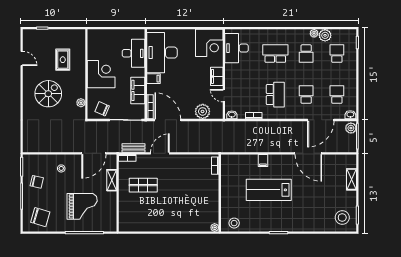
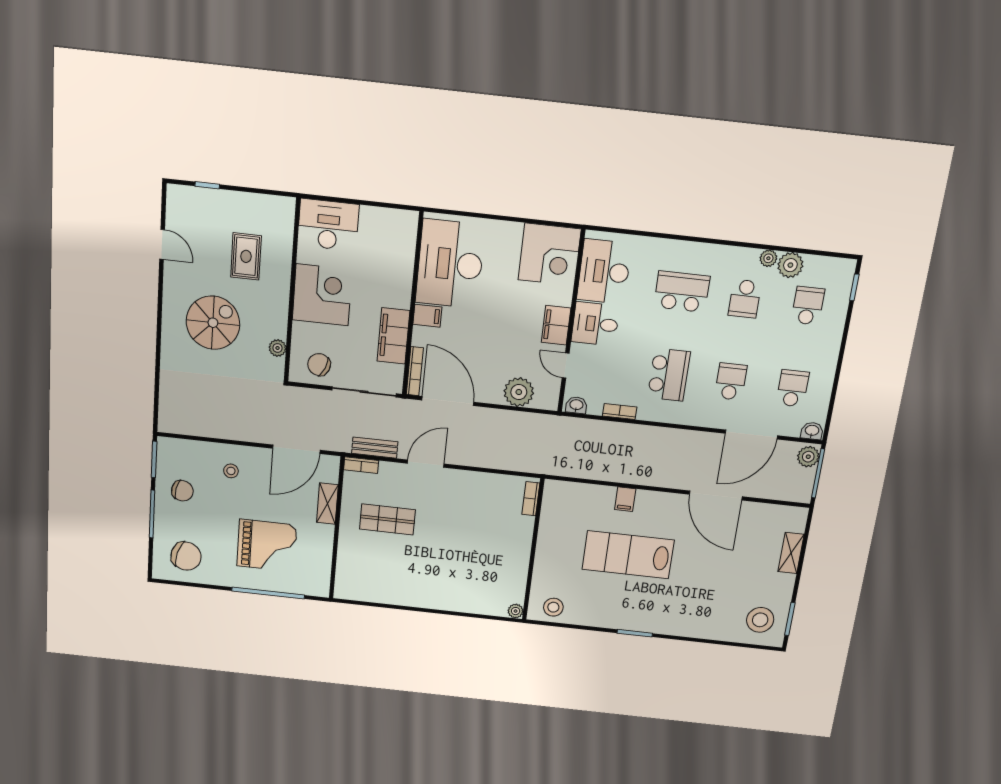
desk: (134, 53) -> (328, 225), moved, turned -90
desk: (236, 74) -> (595, 324), added

